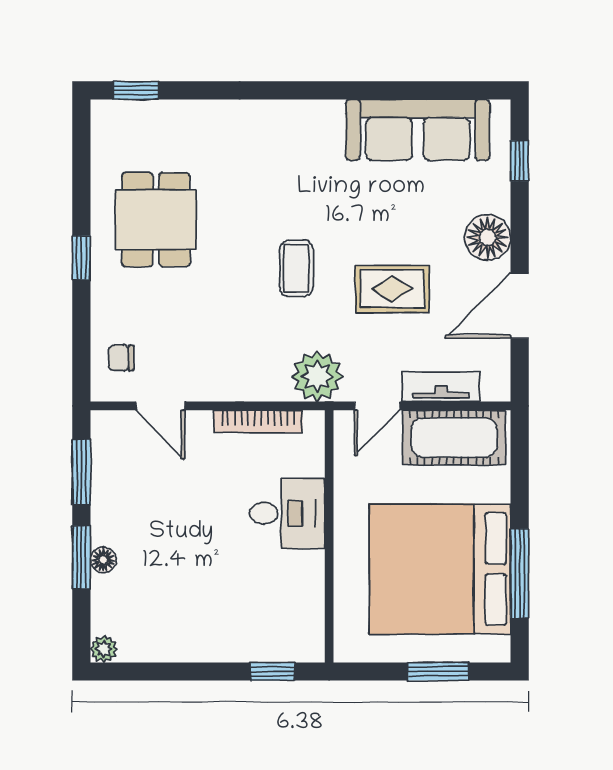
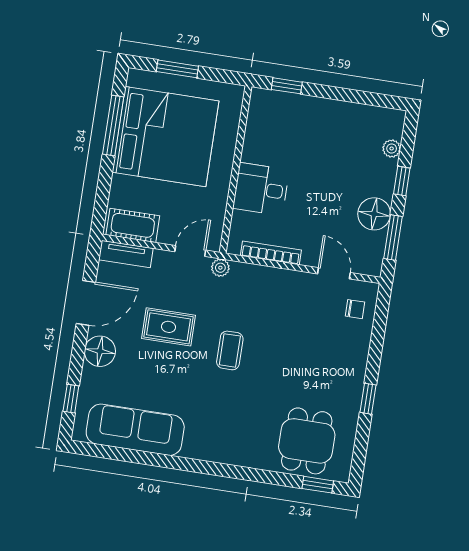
dining table: (156, 220) -> (307, 441), moved
window: (81, 258) -> (368, 399), moved
plant: (317, 376) -> (220, 268), width x0.53, depth x0.53
tv unit: (441, 387) -> (126, 254), moved
cot: (454, 437) -> (133, 225), width x0.73, depth x0.75
window: (81, 557) -> (402, 181), width x0.67
floor lamp: (103, 560) -> (374, 214), moved, width x1.89, depth x1.89
plant: (104, 649) -> (392, 149), moved

